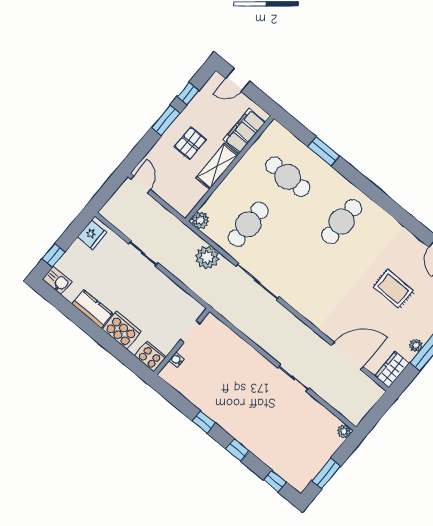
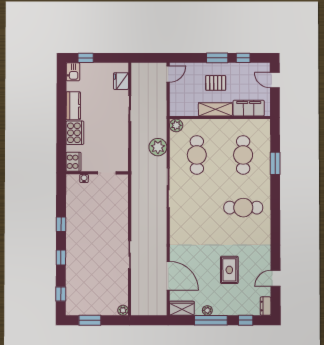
cafe table: (248, 224) -> (197, 155), turned 90
fridge: (92, 234) -> (121, 81), moved, turned 90

